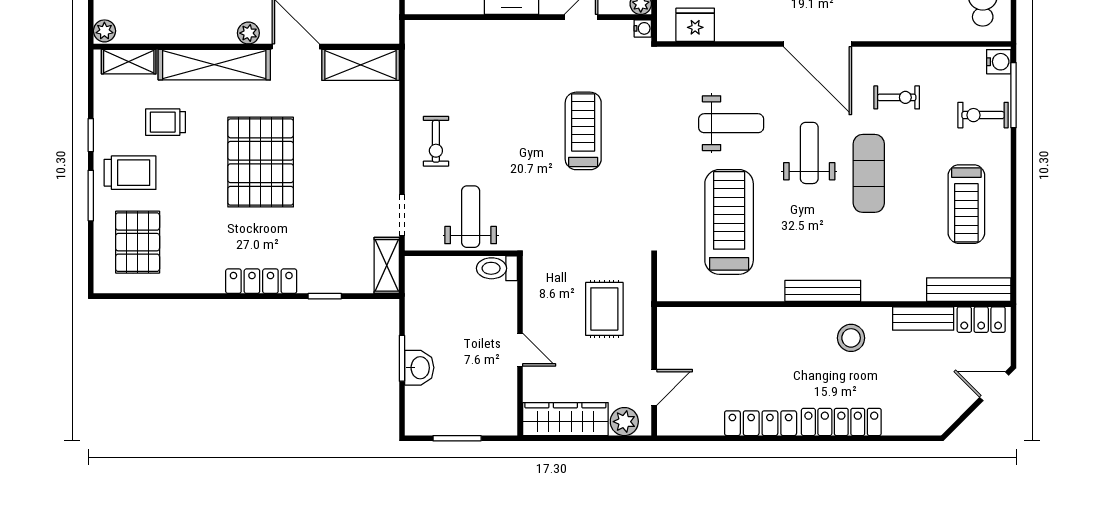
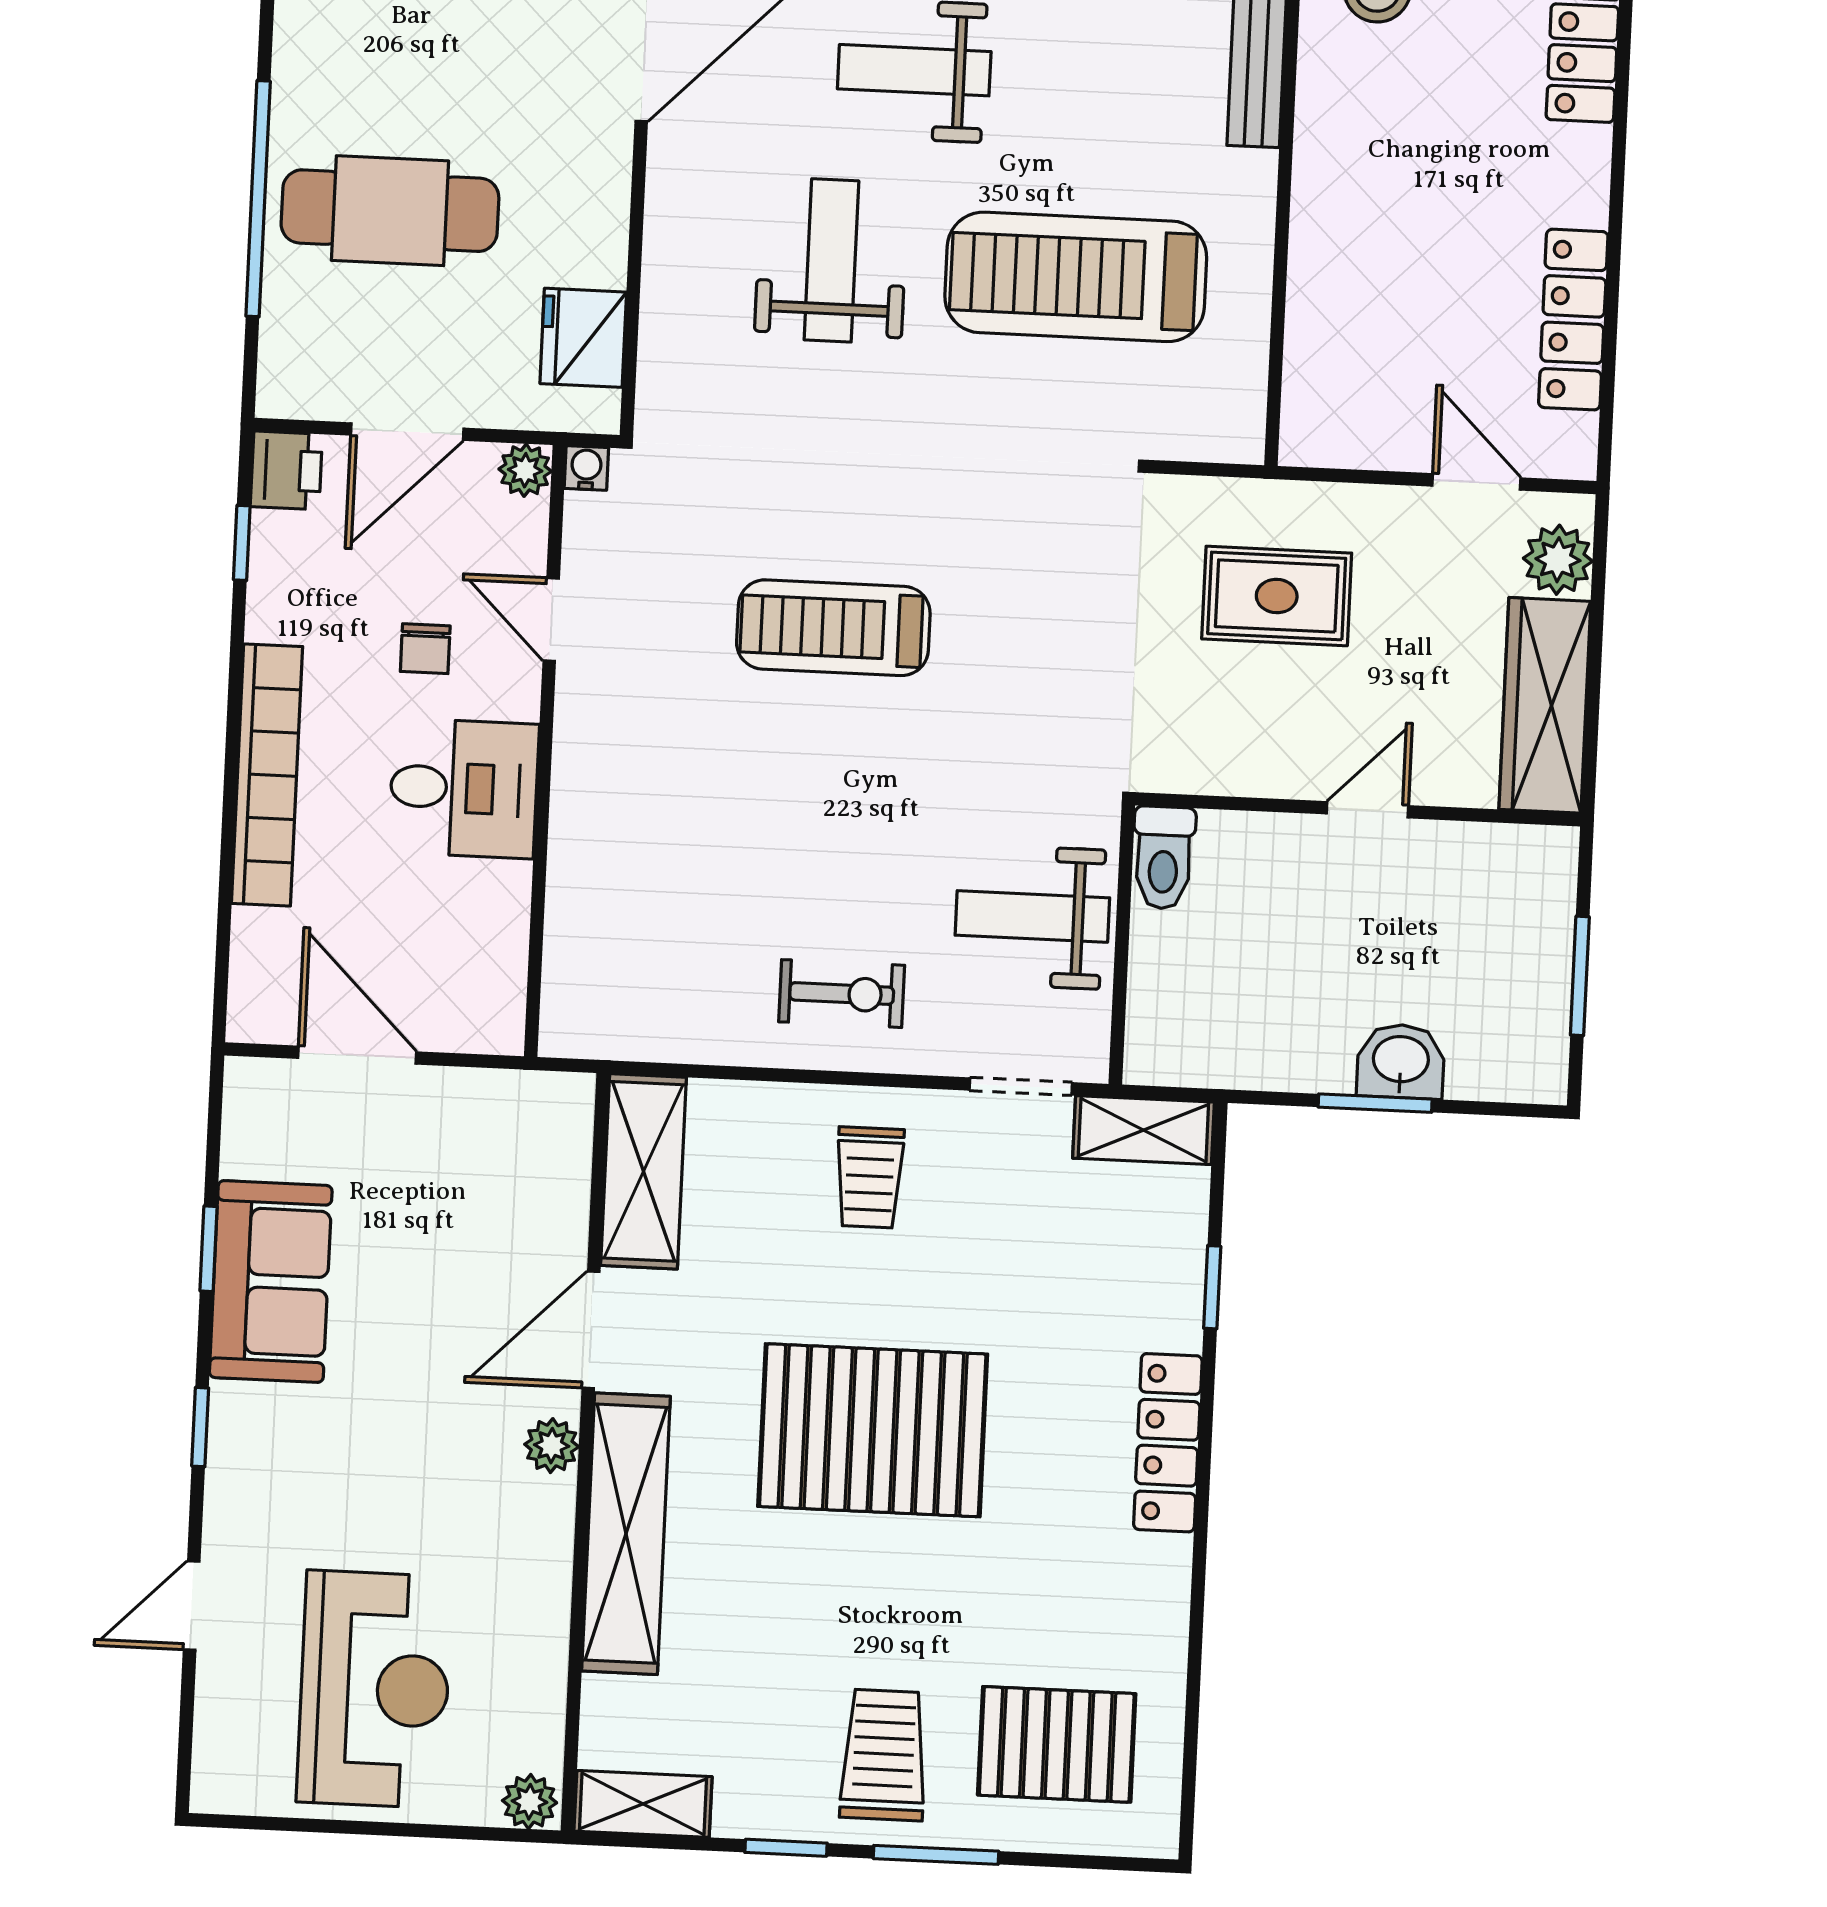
shelving: (129, 62) -> (643, 1804), moved, turned 90
trolley: (166, 122) -> (869, 1177), moved
locker: (761, 423) -> (1573, 320), moved

